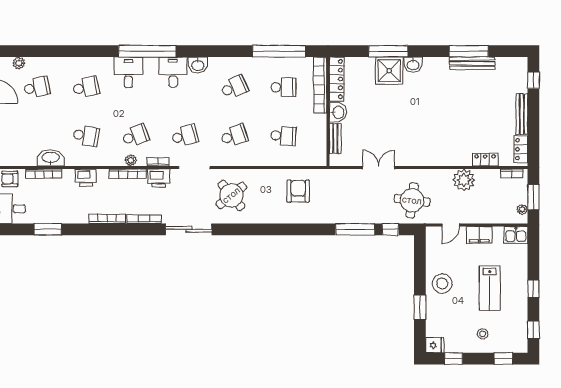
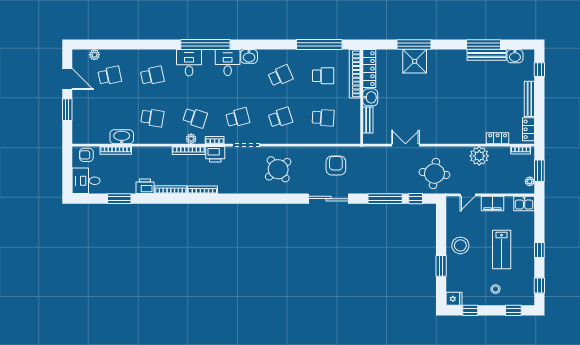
washbasin: (413, 65) -> (515, 56), moved
school desk: (135, 136) -> (195, 118), turned 39
printer: (86, 178) -> (145, 186), moved, turned 180
sliding door: (189, 229) -> (328, 199), moved

